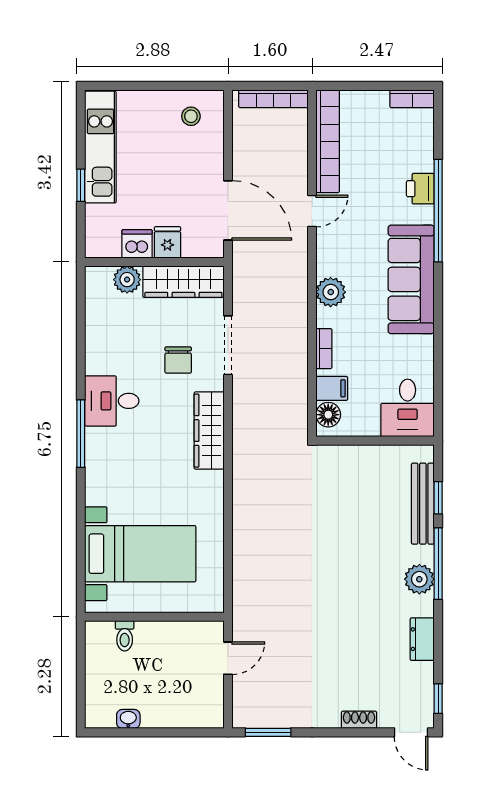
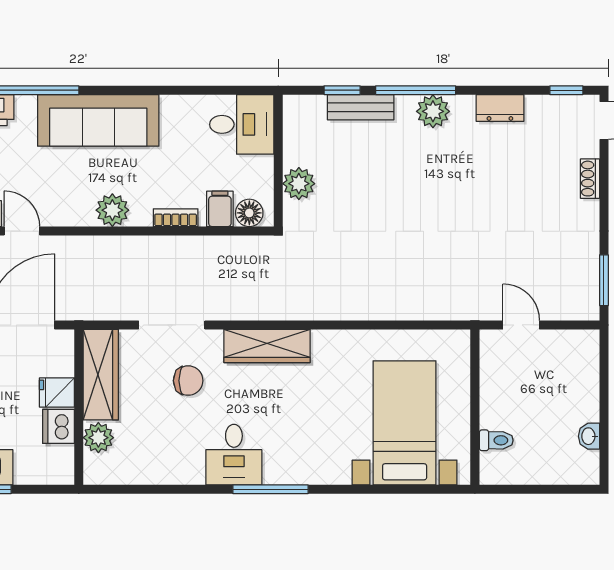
plant: (355, 459) -> (299, 184), added
bench: (423, 504) -> (361, 107), width x0.73

